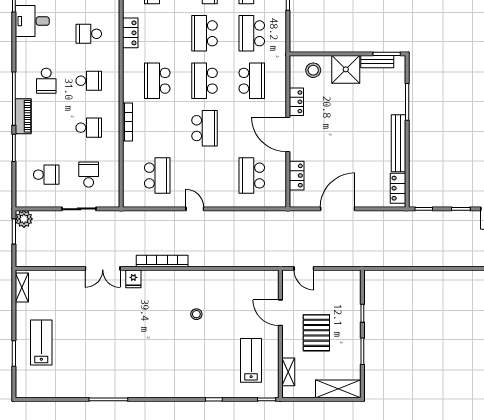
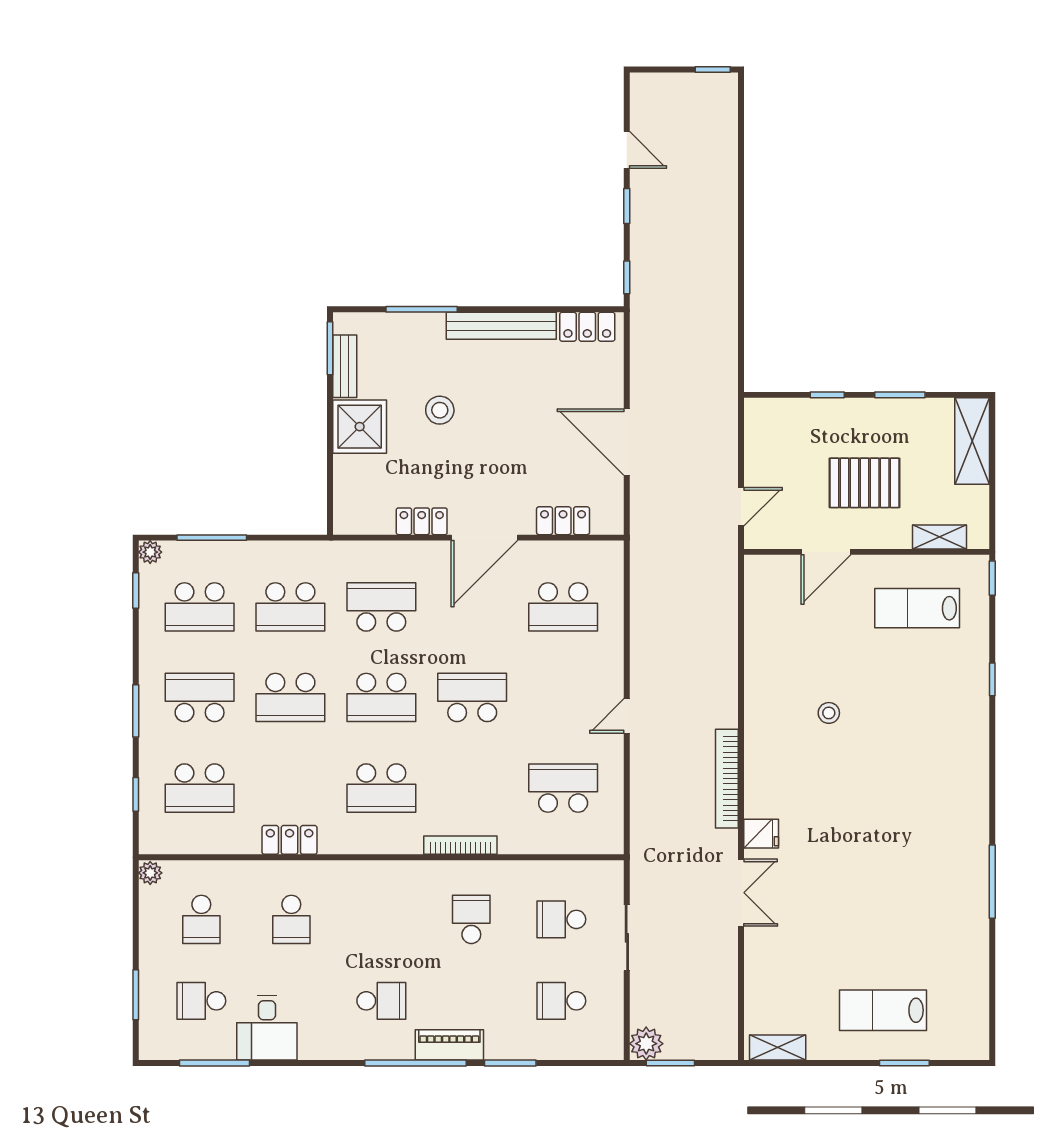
stool: (313, 70) -> (440, 410), moved
school desk: (89, 81) -> (381, 919), removed
school desk: (46, 175) -> (561, 1001), turned -90

